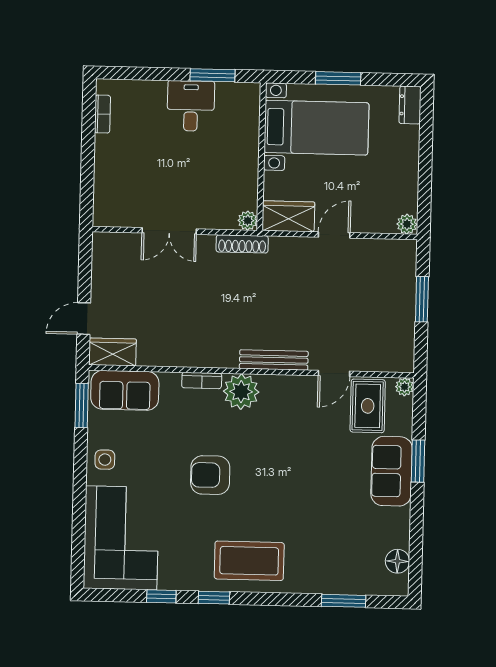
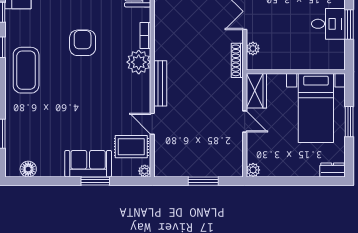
window: (212, 75) -> (349, 24), moved
plant: (248, 221) -> (253, 48), moved

